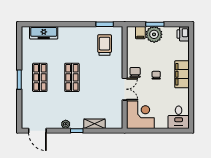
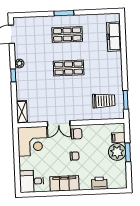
printer: (183, 34) -> (99, 183), moved
filing cabinet: (182, 74) -> (64, 183), moved
shelving: (95, 124) -> (22, 112), moved

